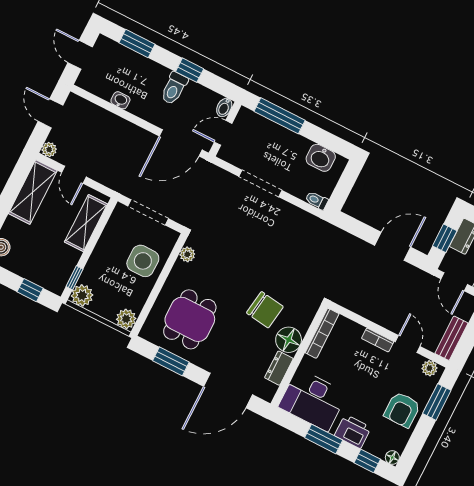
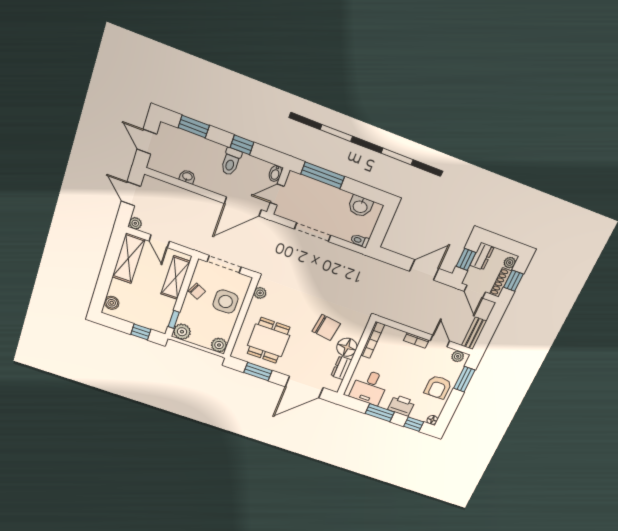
chair: (109, 244) -> (197, 291), added
desk: (313, 400) -> (369, 387), width x0.73

